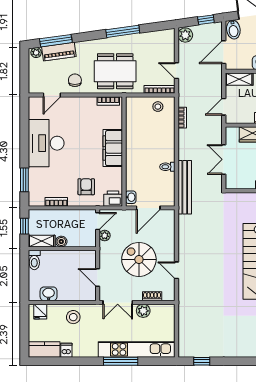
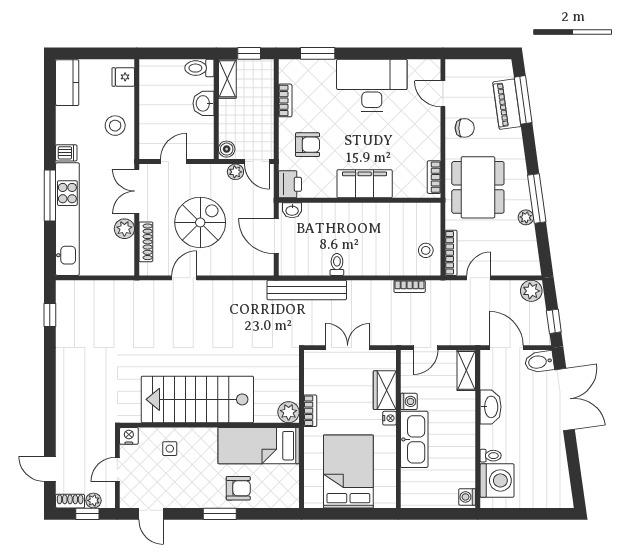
plant: (36, 53) -> (526, 217), moved
door: (224, 107) -> (426, 348), swing flipped
boiler: (61, 242) -> (227, 149), moved
washbasin: (49, 294) -> (203, 103), moved, turned 180
shoe rack: (152, 296) -> (146, 242), width x1.43
dishwasher: (66, 350) -> (66, 153), moved

